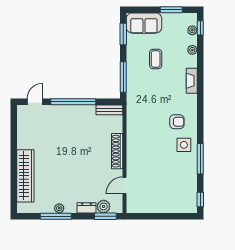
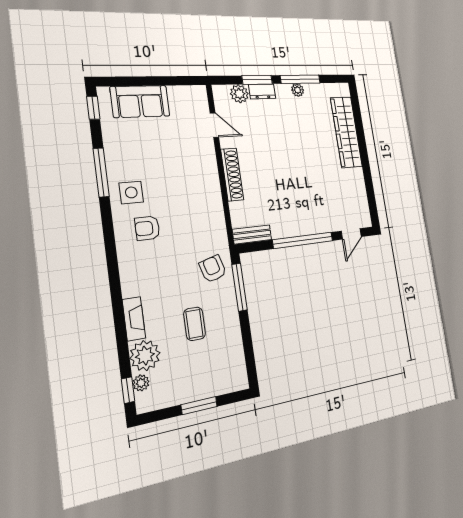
window: (171, 10) -> (199, 406), moved
sofa: (144, 23) -> (140, 101), moved, turned 180
window: (123, 34) -> (249, 354), removed
plant: (192, 50) -> (145, 356), width x1.88, depth x1.88
fireplace: (192, 81) -> (134, 319), moved
armchair: (139, 91) -> (213, 269), added
door: (124, 185) -> (214, 125), hinge flipped
window: (105, 216) -> (257, 80), moved

